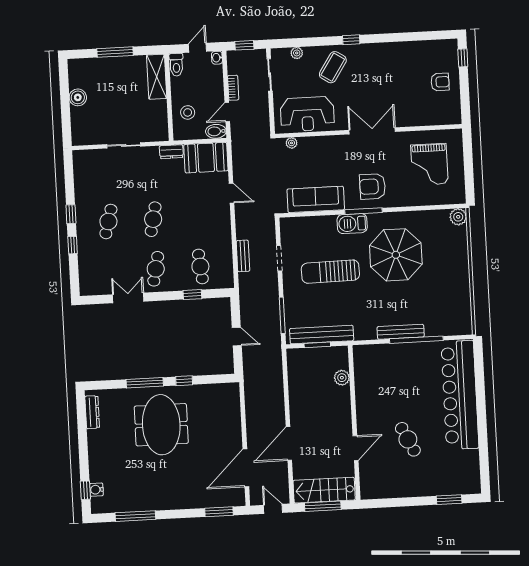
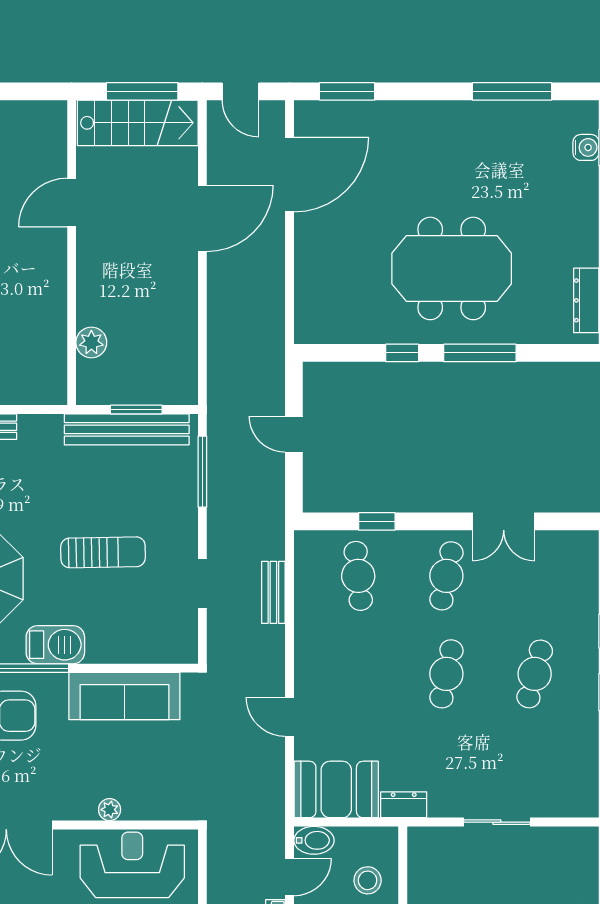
plant: (292, 143) -> (110, 810), moved
sun lounger: (330, 272) -> (103, 552), width x0.73, depth x0.75
meeting table: (161, 425) -> (452, 268), turned 90

